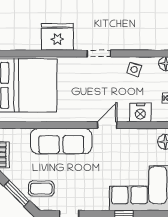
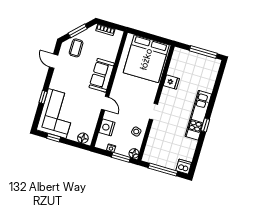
fridge: (57, 37) -> (171, 82), width x0.53, depth x0.75
sofa: (61, 141) -> (102, 75), width x0.73

